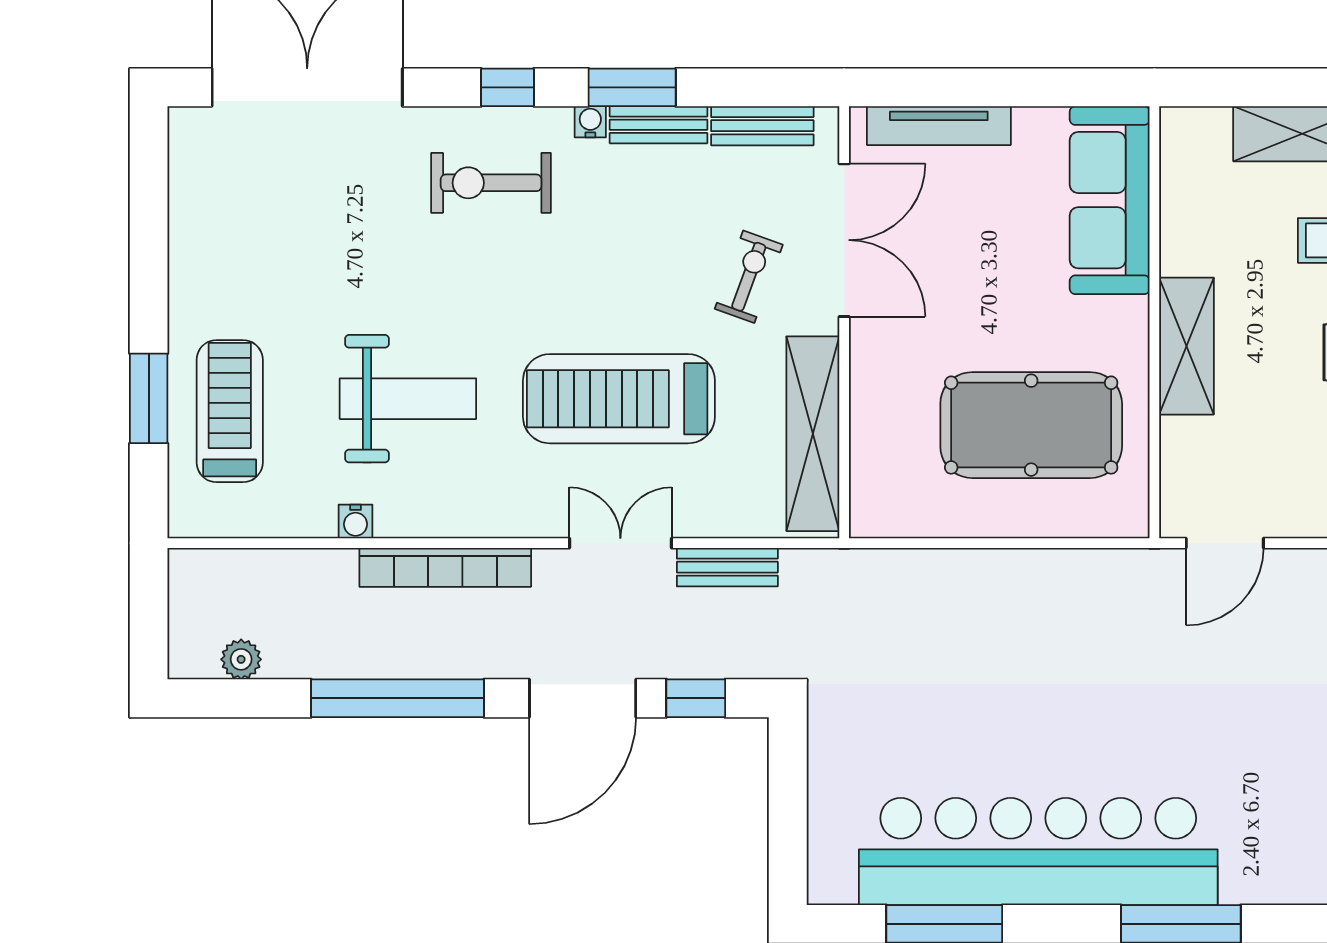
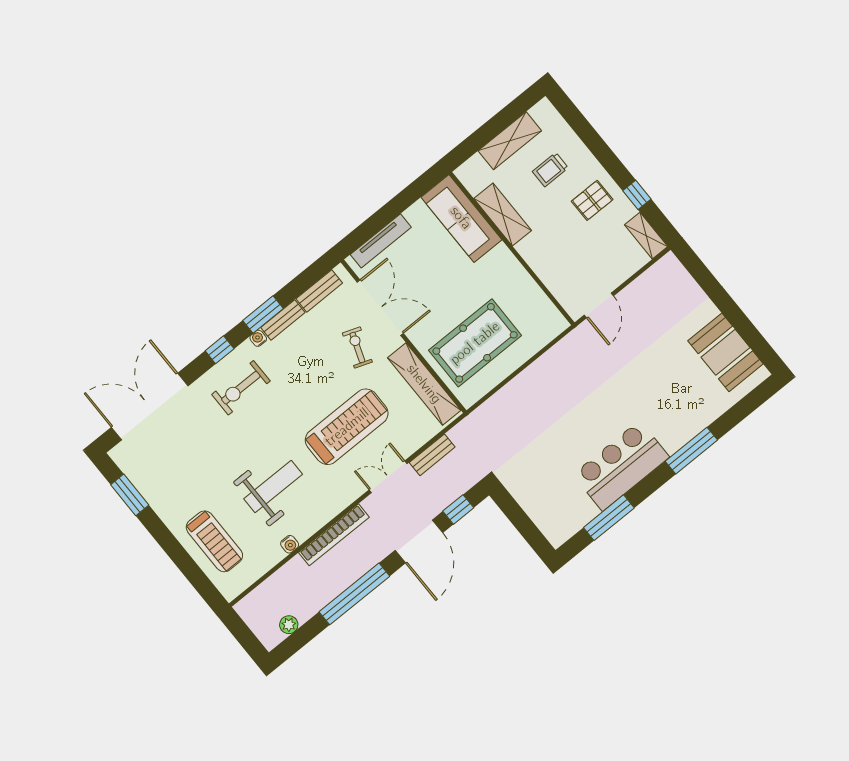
shelving: (1186, 346) -> (503, 214), moved
window: (149, 398) -> (130, 495), moved
treadmill: (619, 399) -> (347, 427), turned 180
treadmill: (230, 411) -> (214, 541), turned 180
pool table: (1031, 425) -> (475, 343), moved
bar counter: (1038, 851) -> (621, 466), width x0.54

